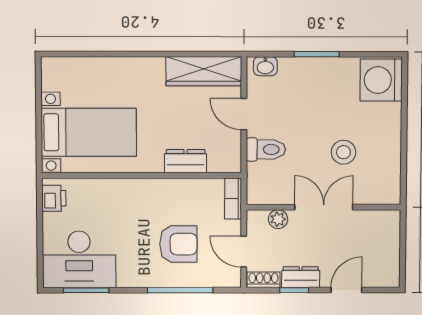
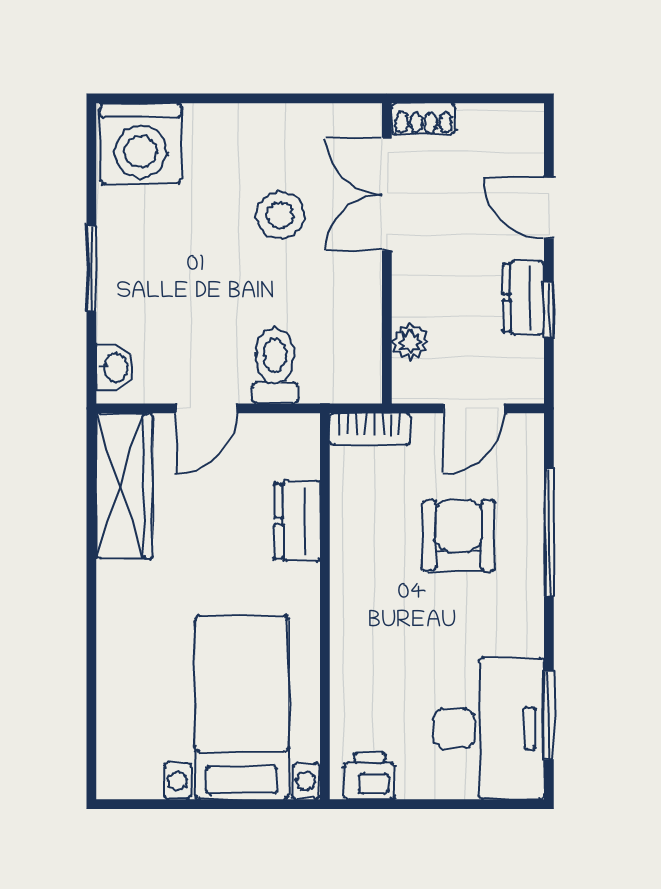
double door: (324, 207) -> (387, 194), moved
shoe rack: (263, 280) -> (423, 119), moved, turned -90

